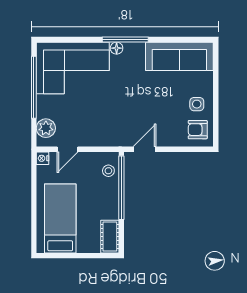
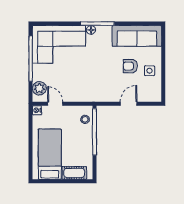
armchair: (198, 130) -> (130, 66), moved
door: (68, 149) -> (55, 104), swing flipped
door: (144, 149) -> (129, 104), moved
cot: (110, 237) -> (74, 173), moved, turned 90

